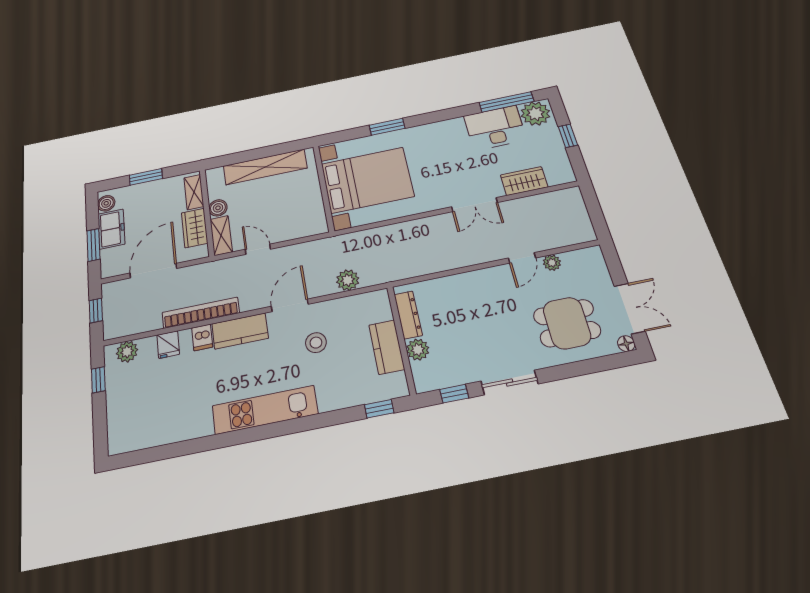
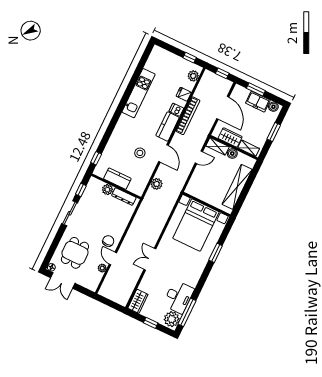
wardrobe: (524, 181) -> (138, 301), moved
chair: (501, 285) -> (108, 241), added
kitchen unit: (265, 410) -> (139, 93), moved

